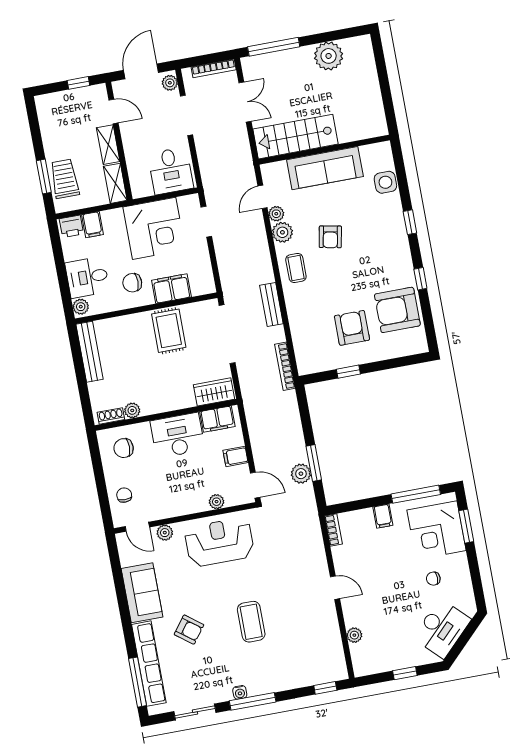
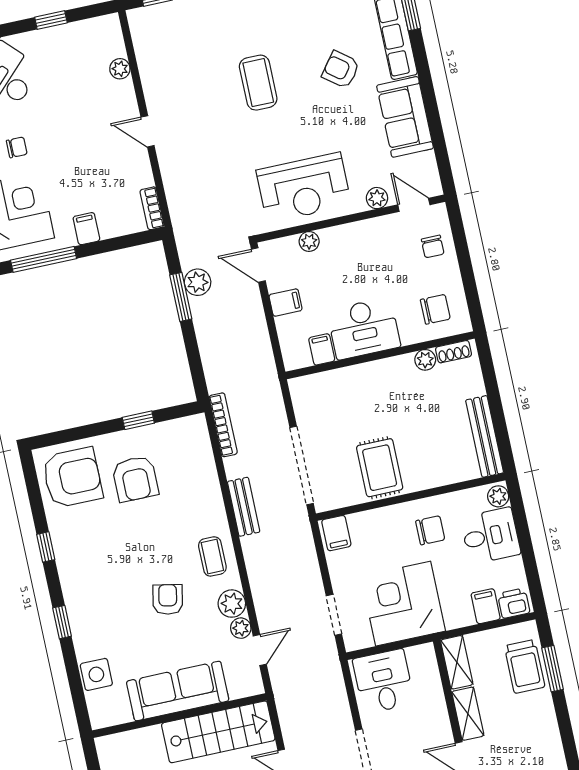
filing cabinet: (171, 289) -> (336, 533), moved, width x0.50
armchair: (397, 310) -> (72, 478), moved
wardrobe: (214, 392) -> (317, 388), removed
filing cabinet: (217, 419) -> (322, 349), width x0.50

